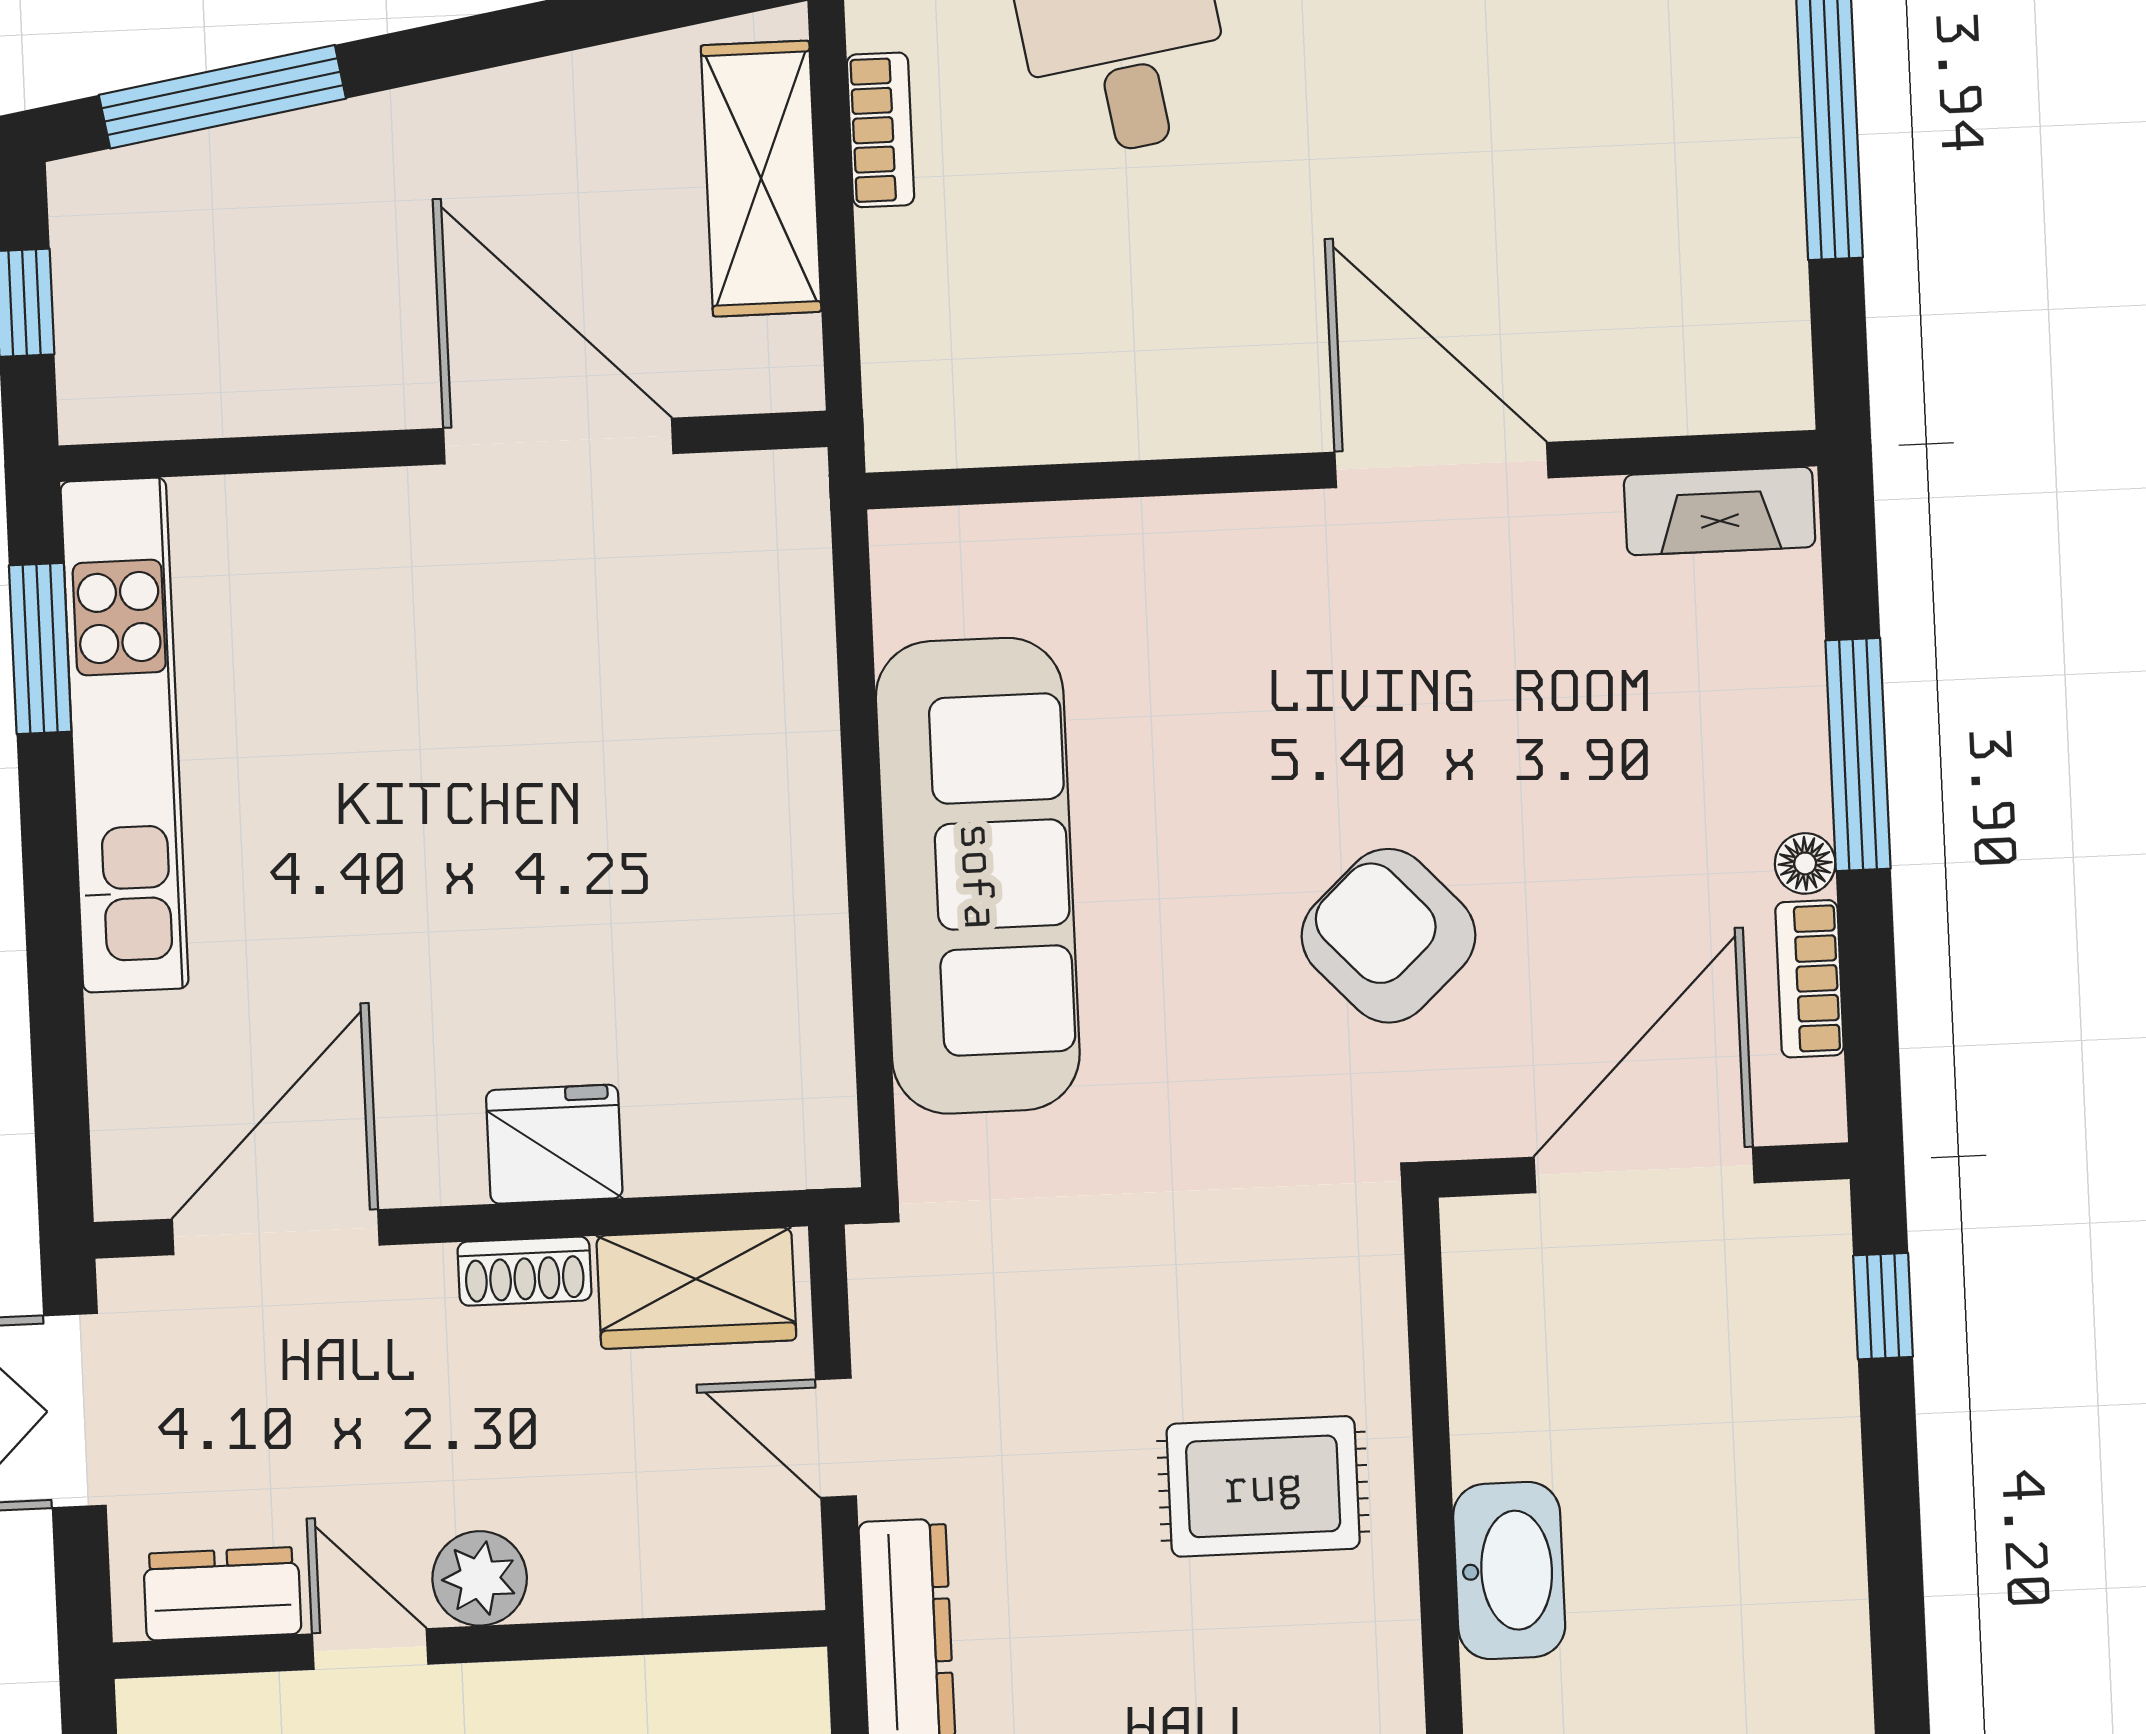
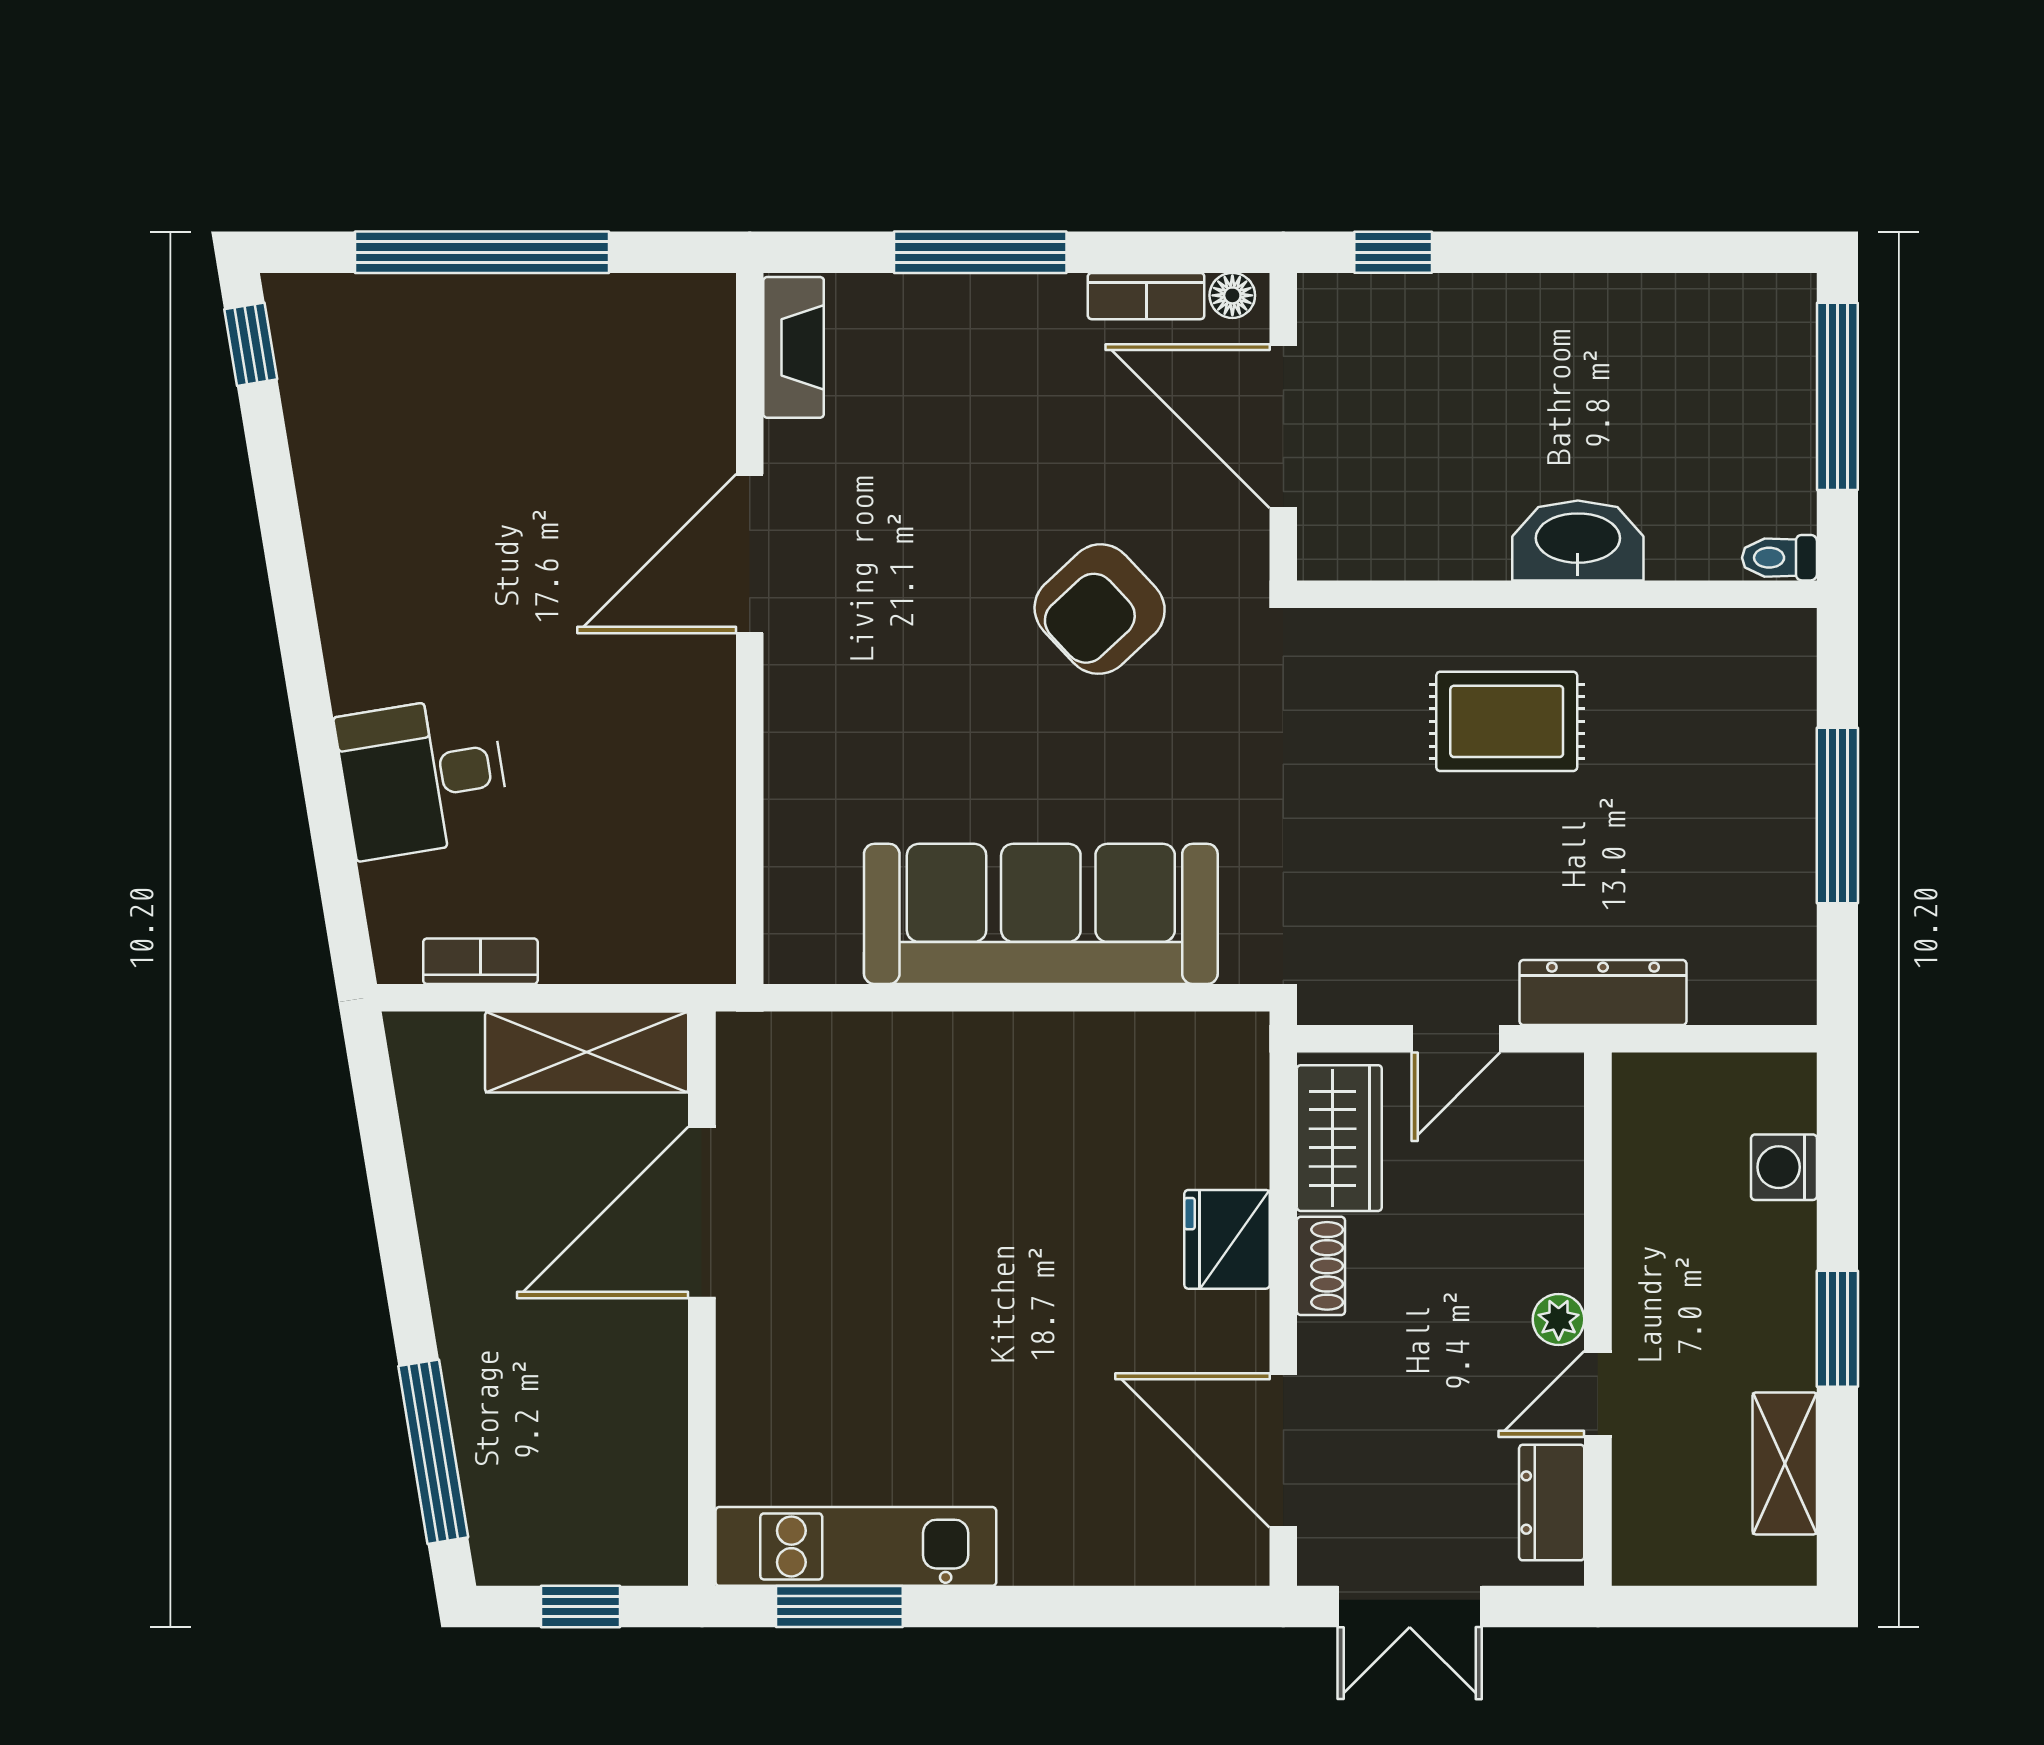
shelving: (761, 179) -> (587, 1052), moved
kitchen unit: (125, 735) -> (856, 1546), width x0.73
floor lamp: (1805, 863) -> (1232, 295), moved
rug: (1263, 1486) -> (1507, 721), turned 90
plant: (480, 1578) -> (1559, 1319), width x0.73, depth x0.73

